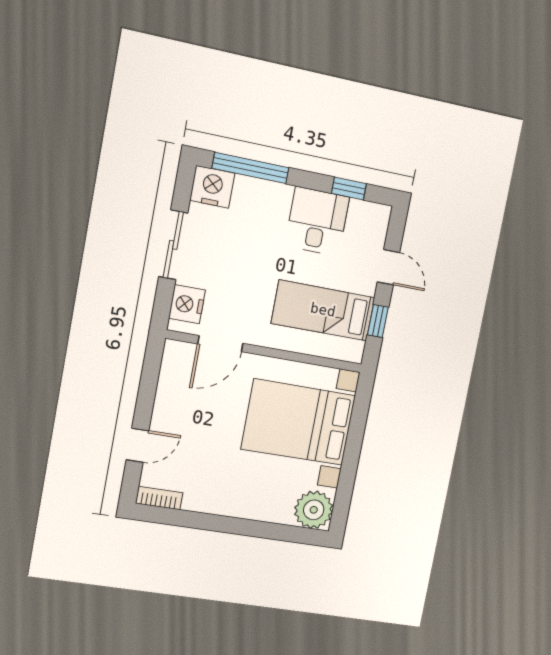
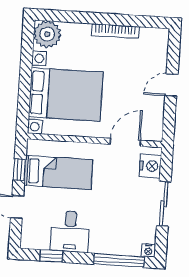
nightstand: (212, 187) -> (148, 250), width x0.53, depth x0.56
door: (137, 445) -> (171, 85), moved
bookcase: (159, 498) -> (115, 31), moved, width x1.56

